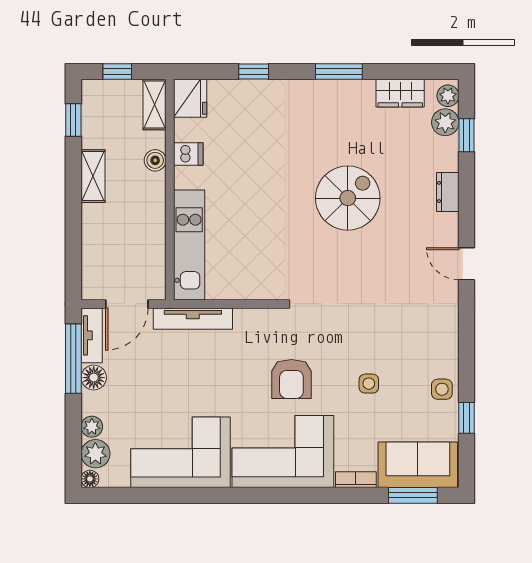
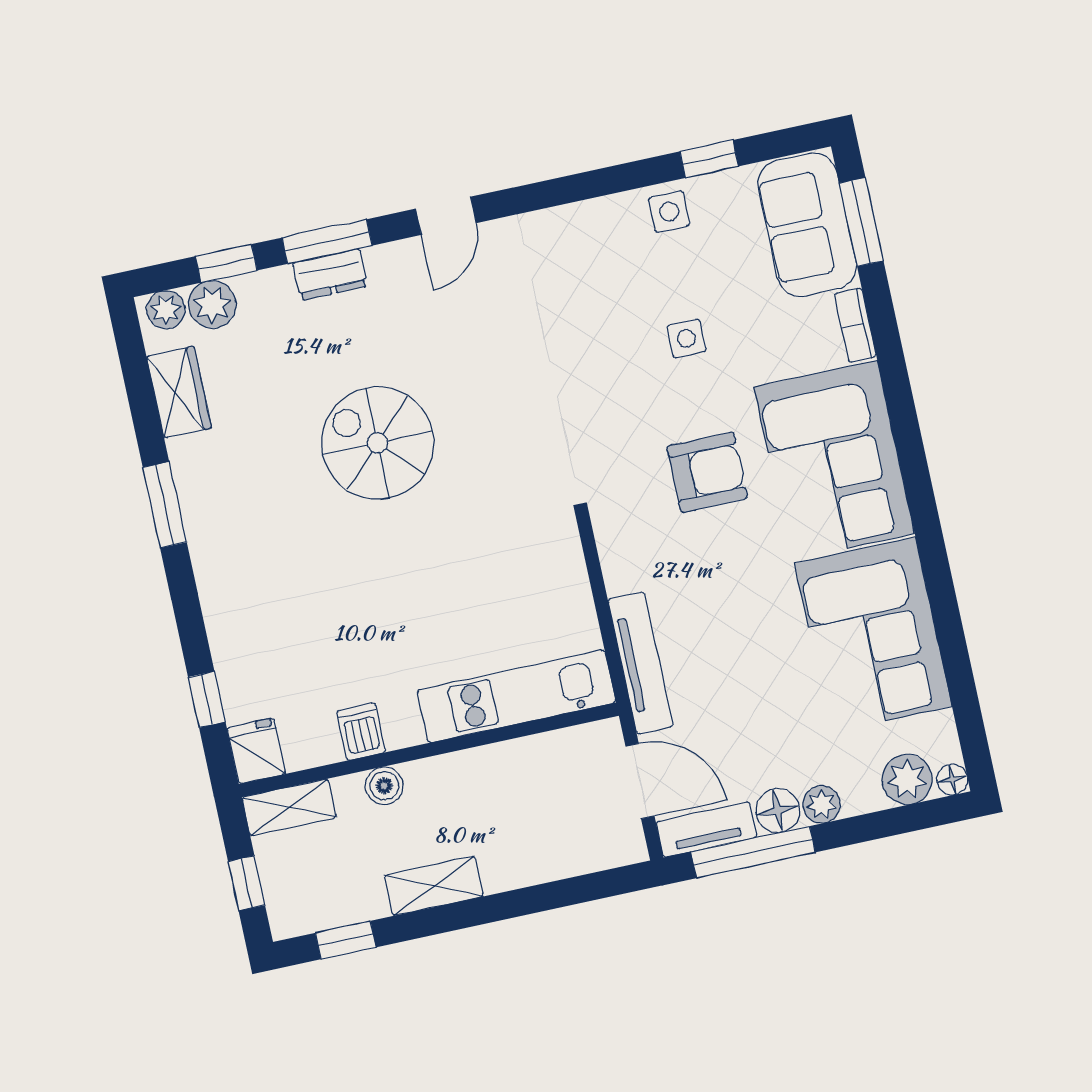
window: (254, 71) -> (207, 700), moved
fridge: (190, 98) -> (256, 751), width x0.72
window: (467, 194) -> (327, 242), added
plant: (92, 427) -> (822, 804), moved

